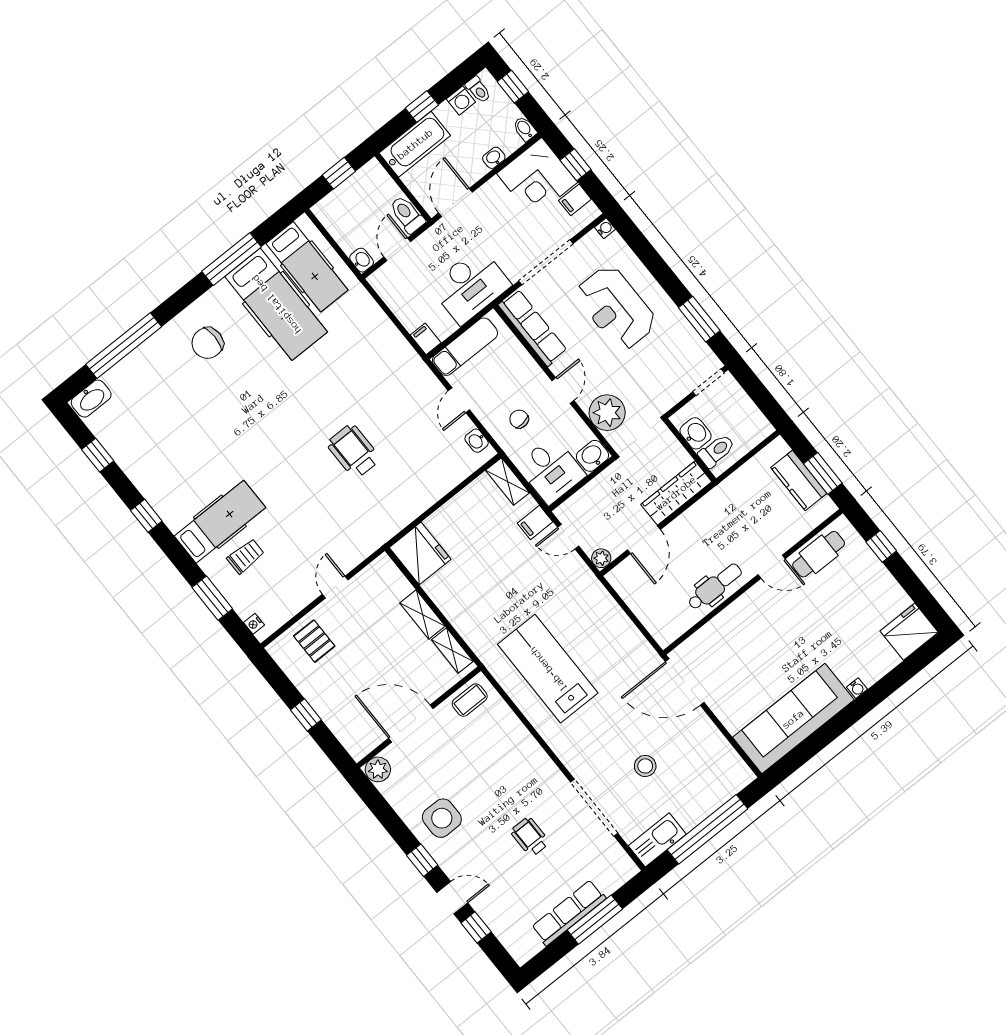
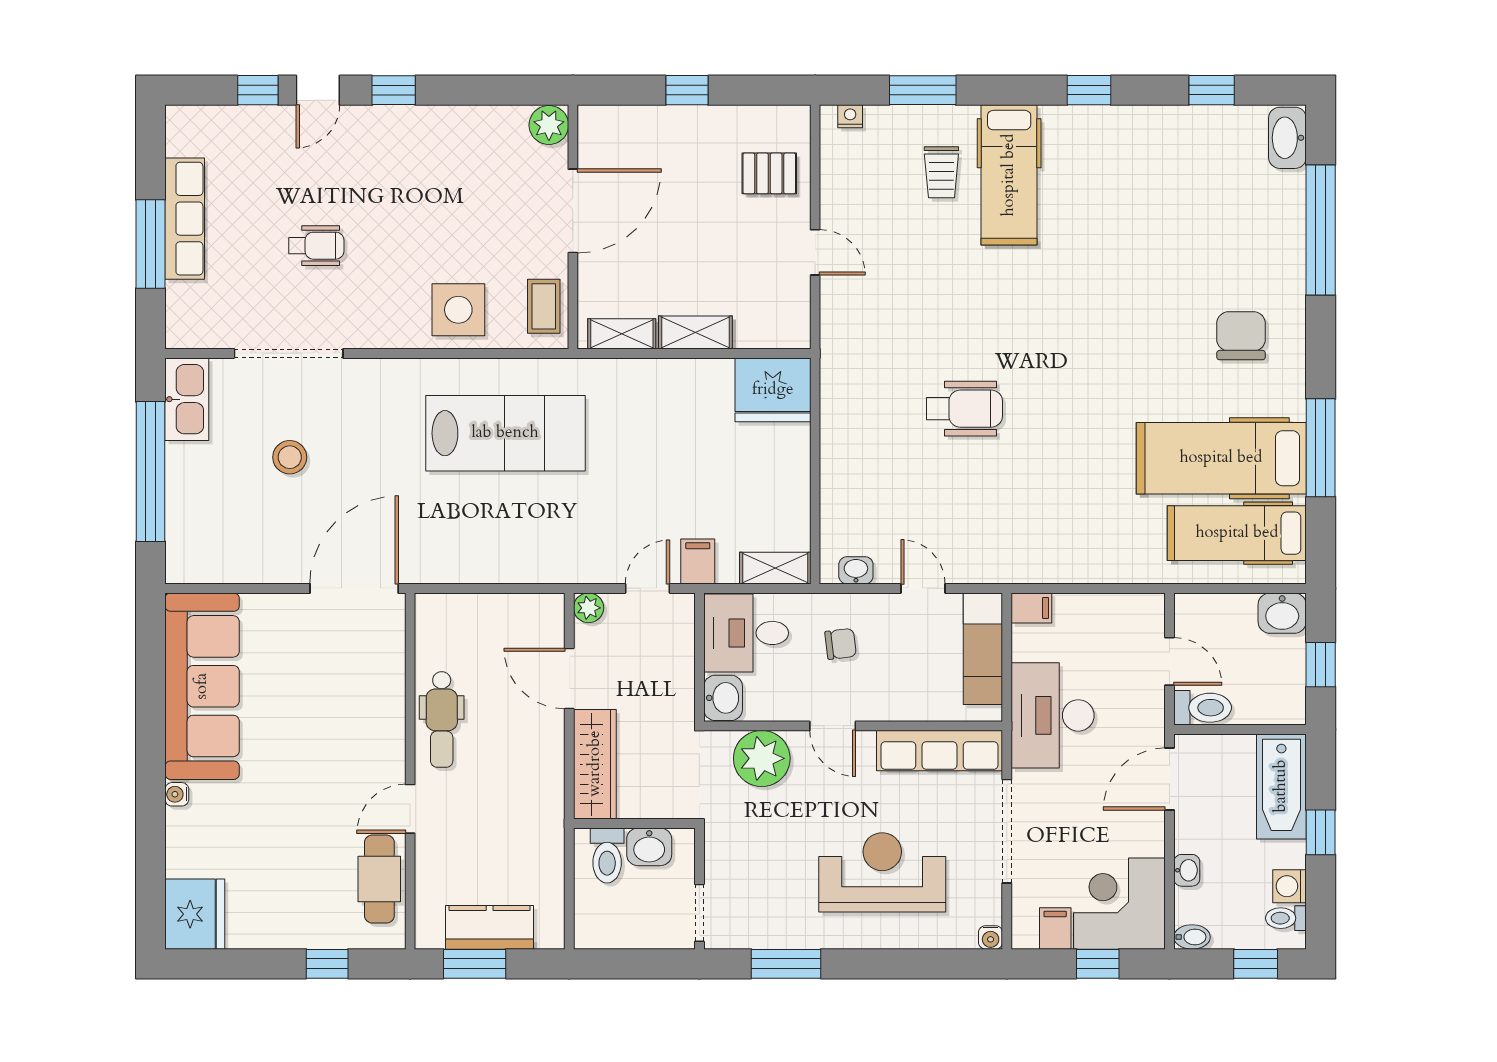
door: (455, 203) -> (1170, 779), swing flipped
washbasin: (362, 260) -> (1282, 613), moved, width x1.38, depth x1.45
side table: (442, 818) -> (458, 310), moved

